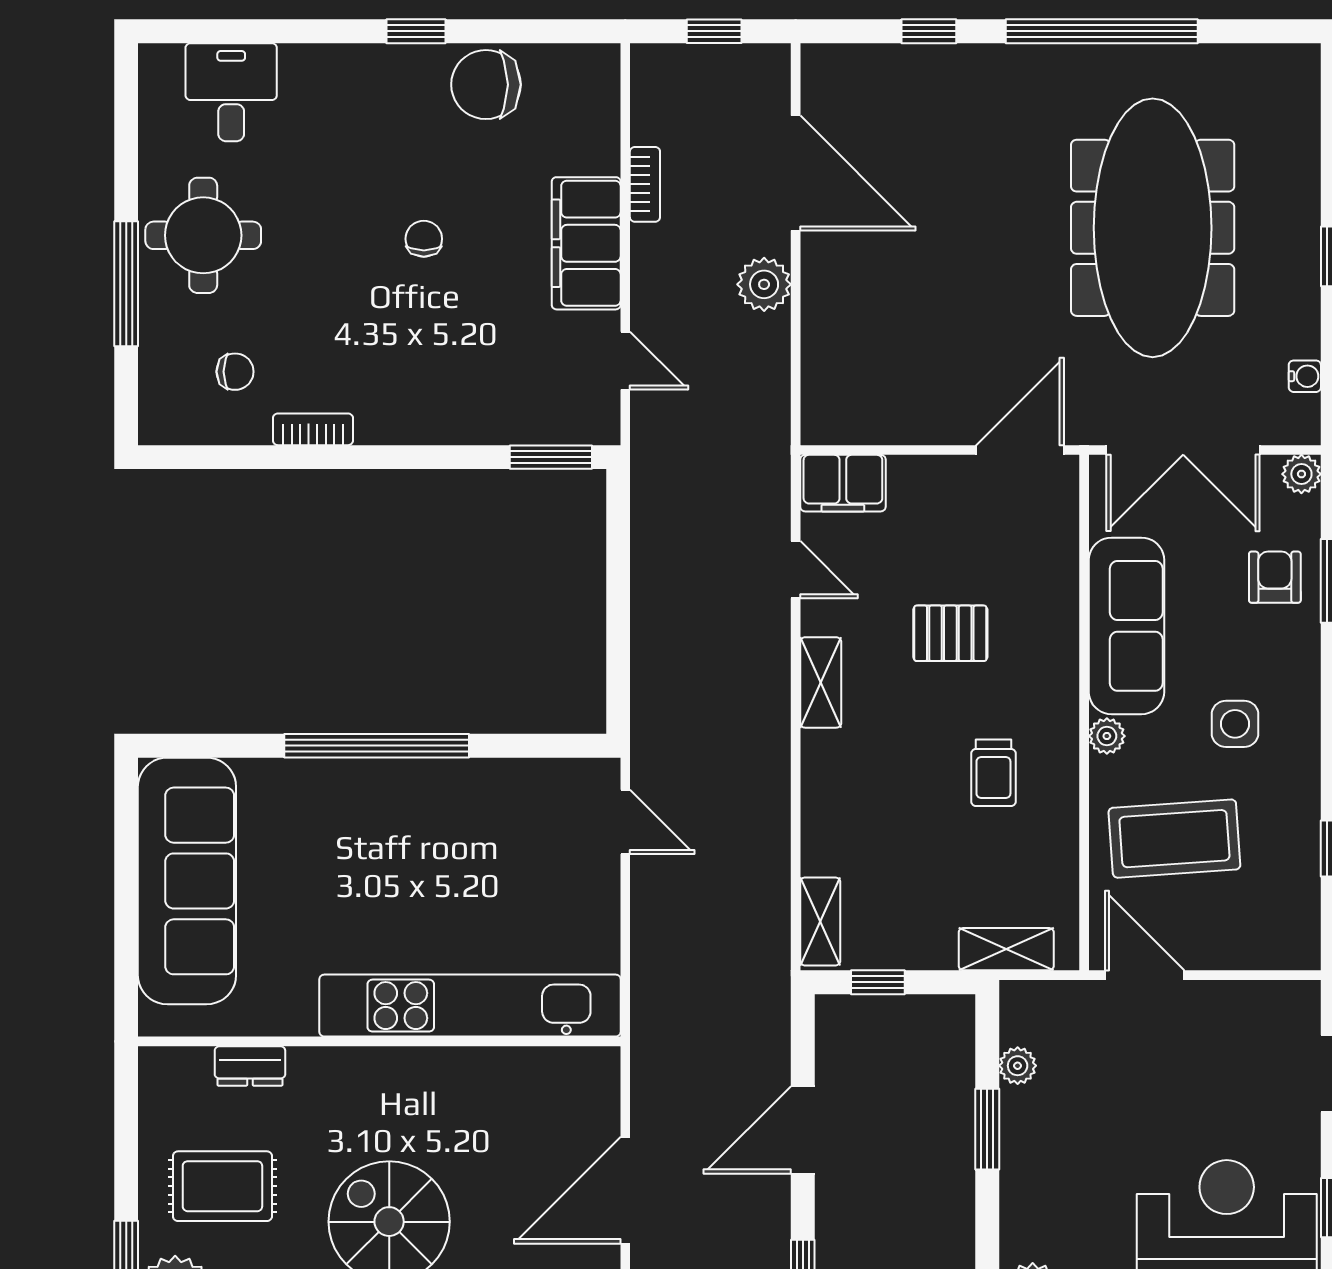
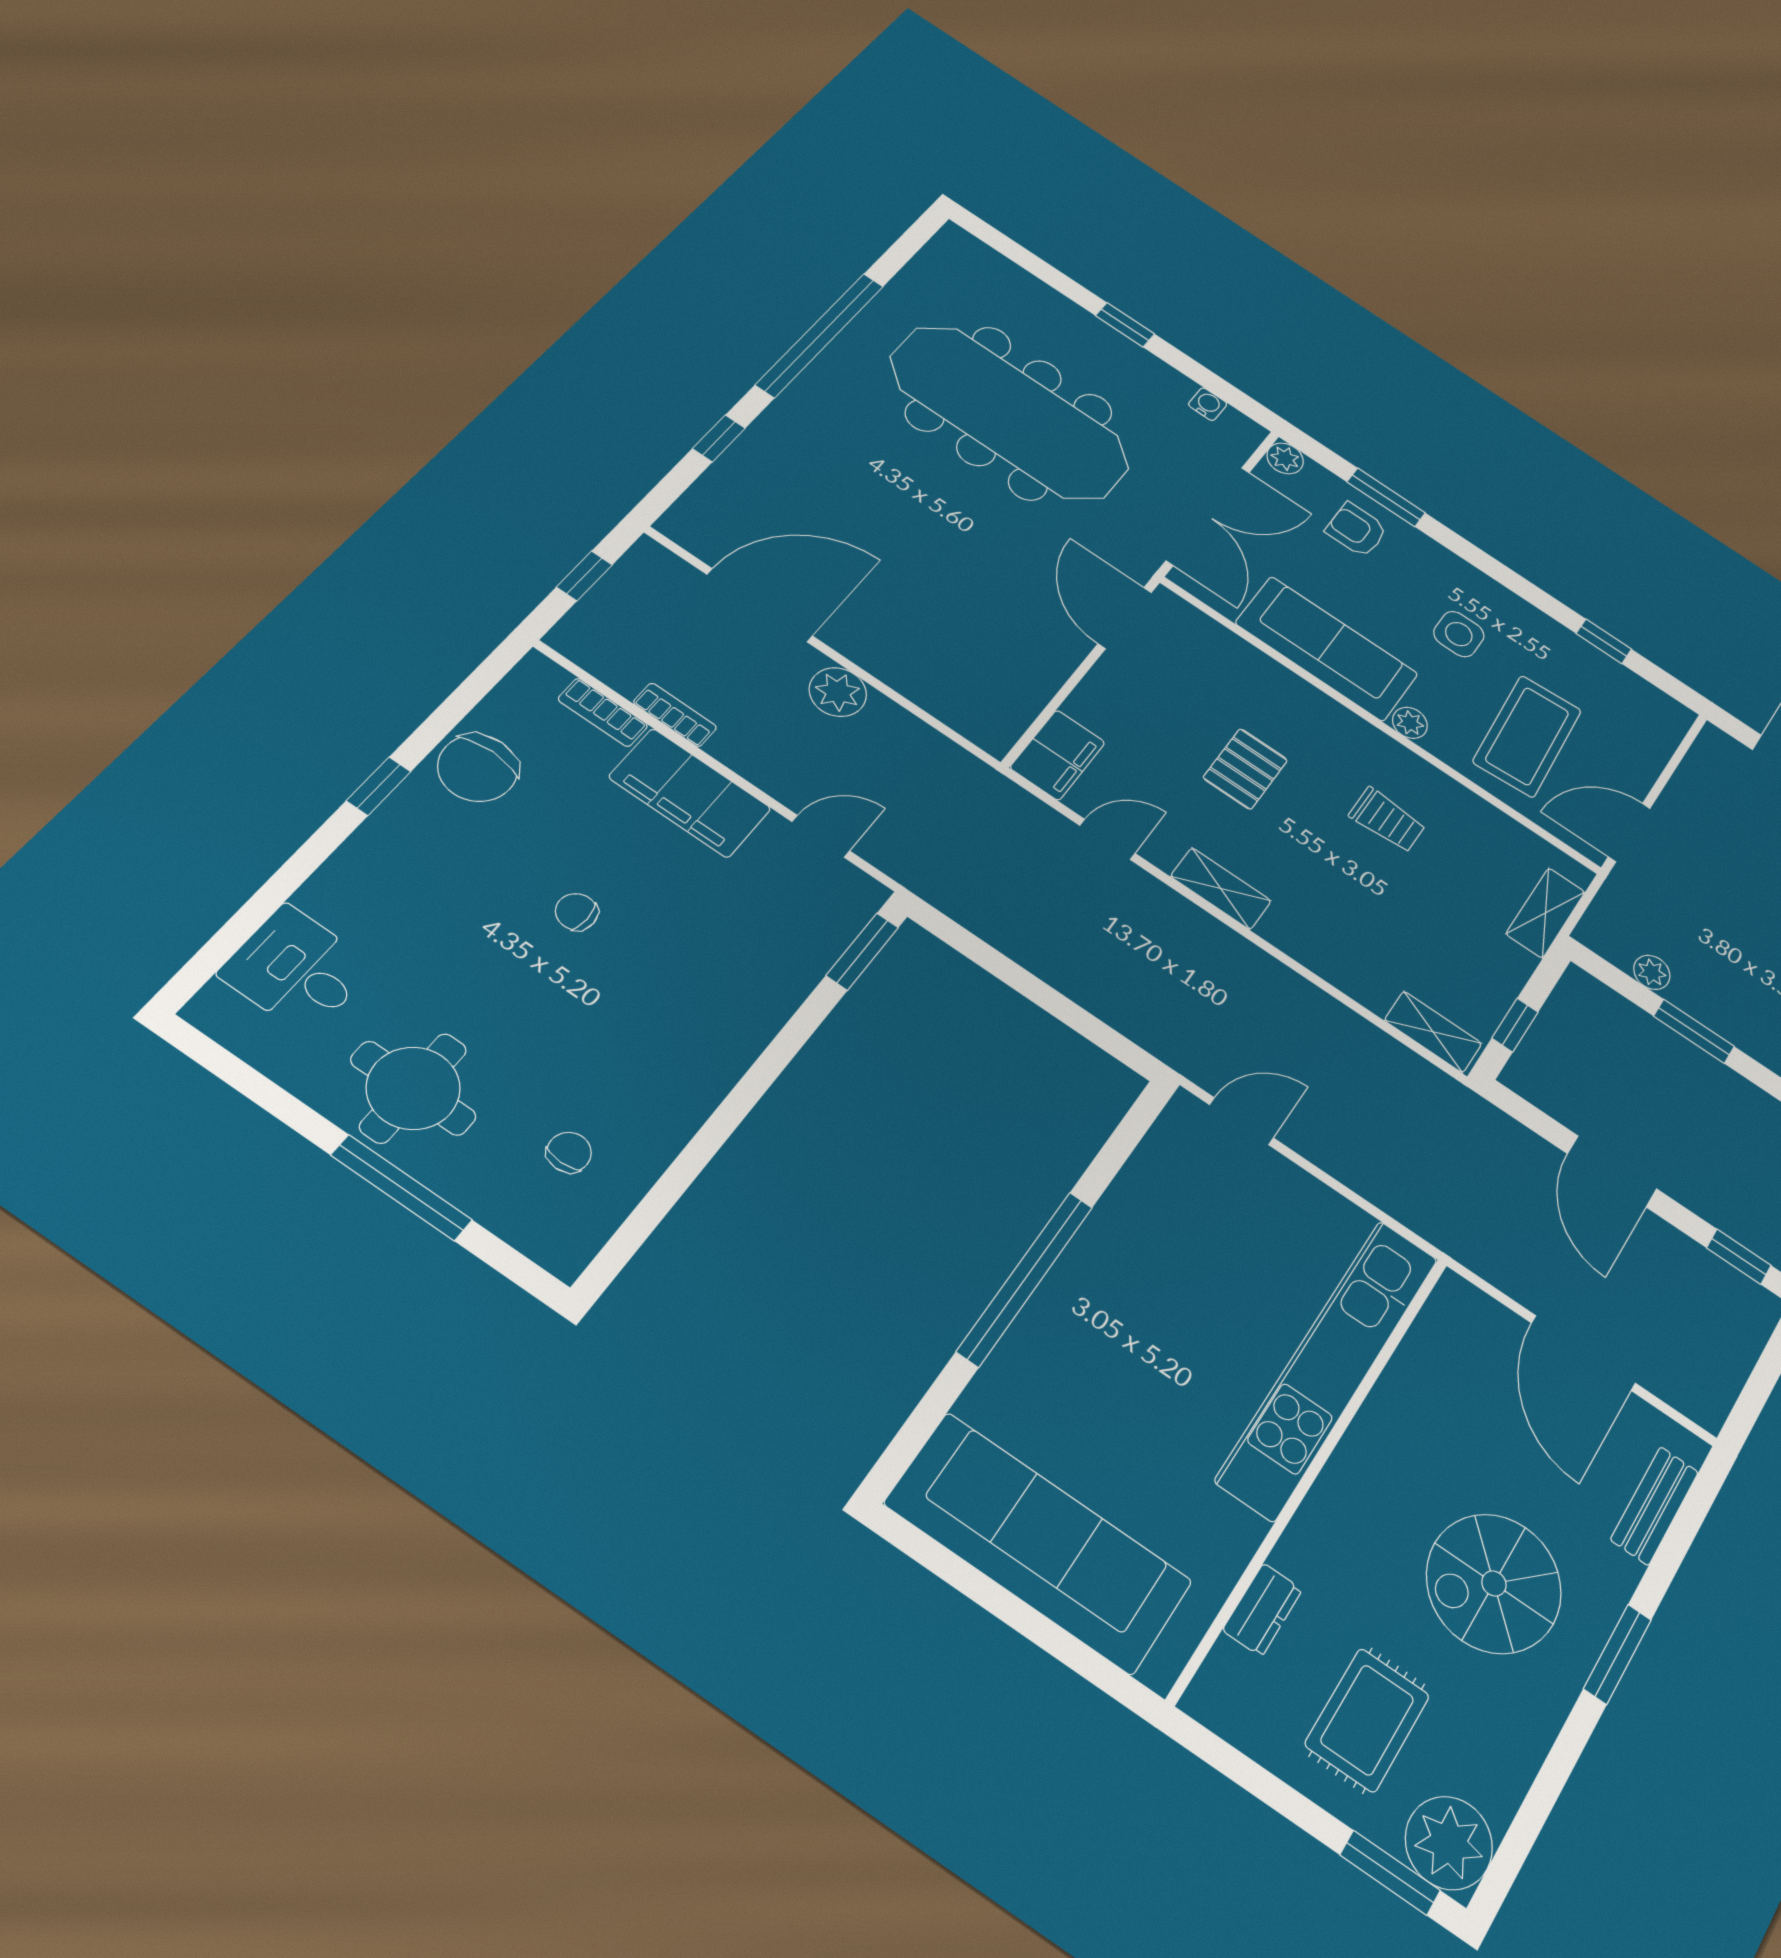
bookcase: (313, 429) -> (603, 712), moved, turned -90

